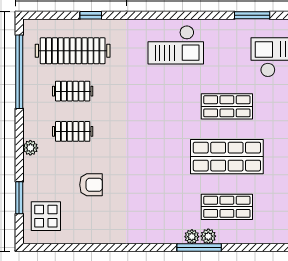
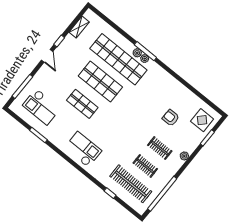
shop shelf: (227, 207) -> (118, 59), width x2.00, depth x1.36

